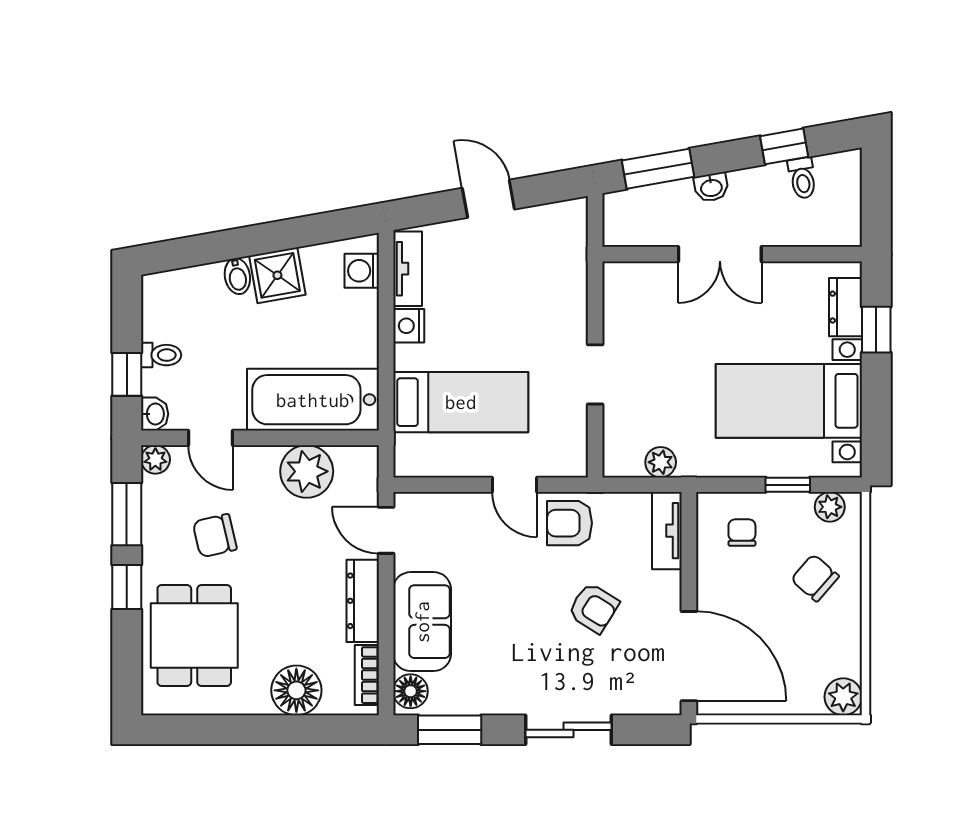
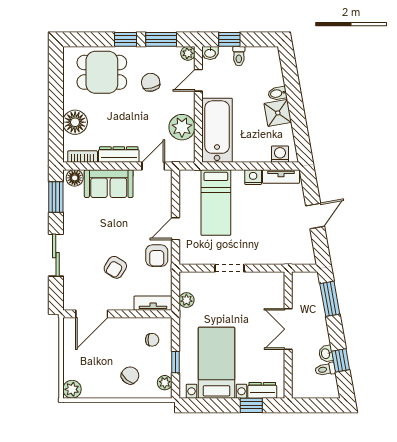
washbasin: (711, 187) -> (326, 354), moved
armchair: (570, 523) -> (157, 256), turned 180
door: (689, 656) -> (92, 314), width x0.73

